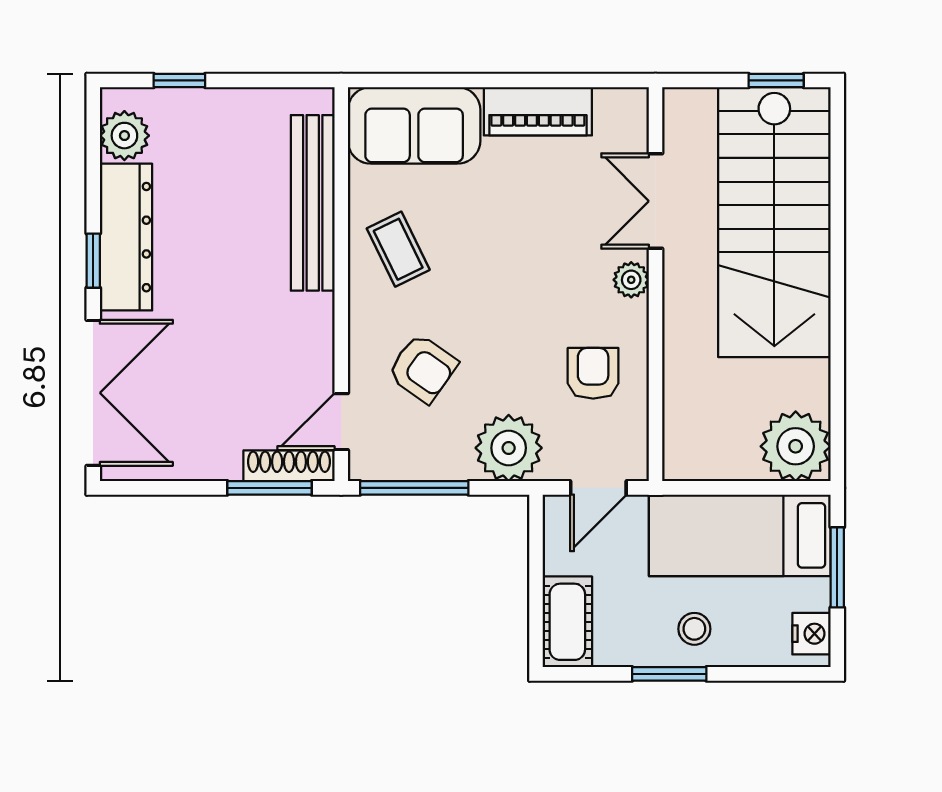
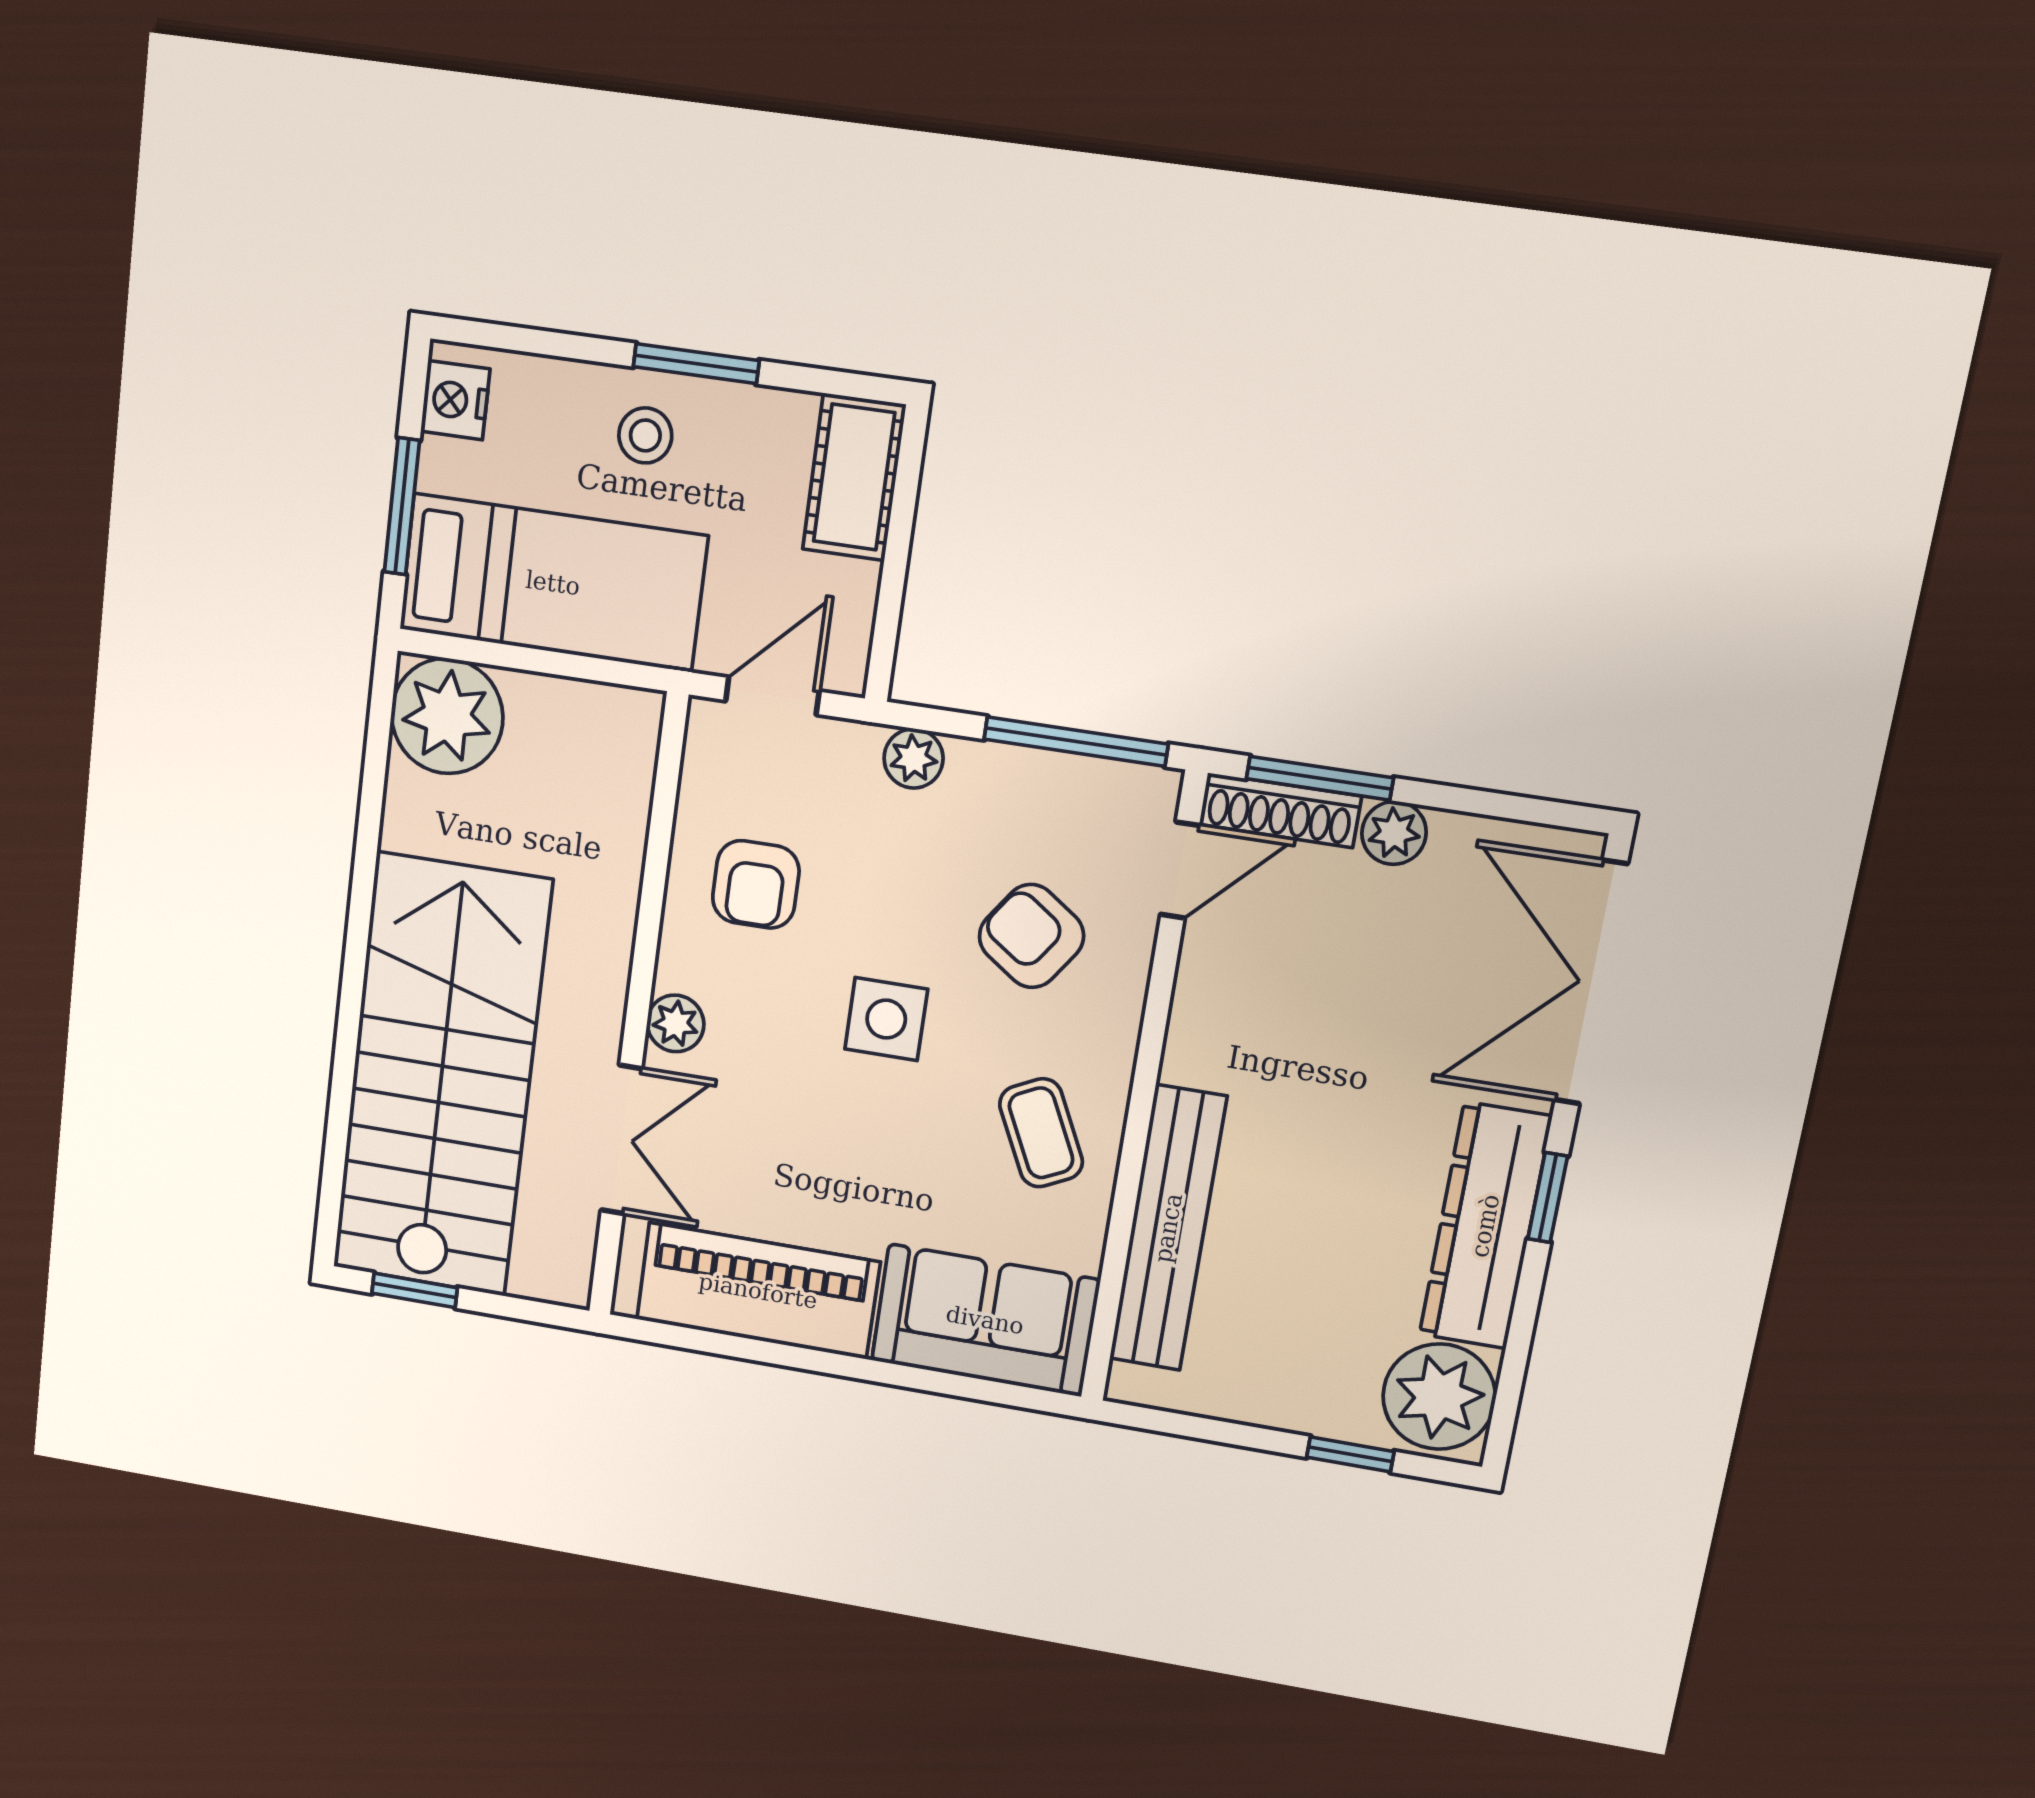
piano: (538, 111) -> (758, 1291), width x1.37, depth x1.33
plant: (124, 136) -> (1439, 1397), width x1.36, depth x1.36
side table: (502, 304) -> (886, 1019), added
plant: (509, 448) -> (914, 758), width x0.53, depth x0.53
plant: (221, 463) -> (1394, 833), added

